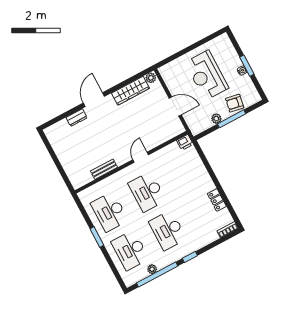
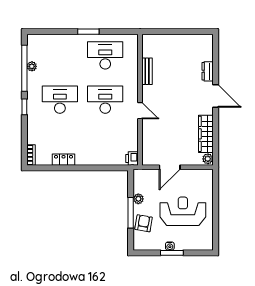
desk: (130, 250) -> (60, 55), removed

